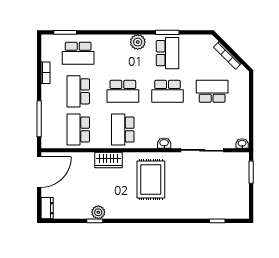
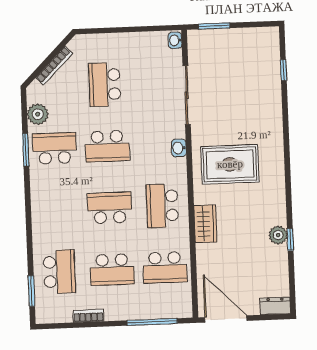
plant: (138, 42) -> (38, 114), moved
school desk: (123, 91) -> (110, 208), turned -90
school desk: (167, 91) -> (107, 146), turned 90
school desk: (123, 130) -> (162, 206), turned 90

